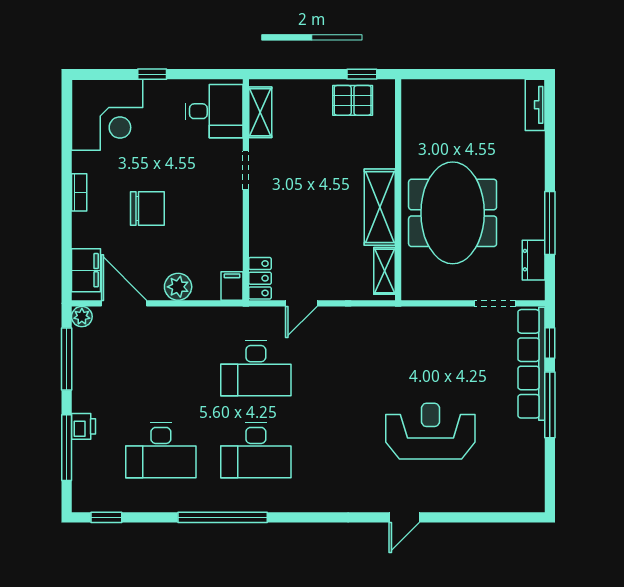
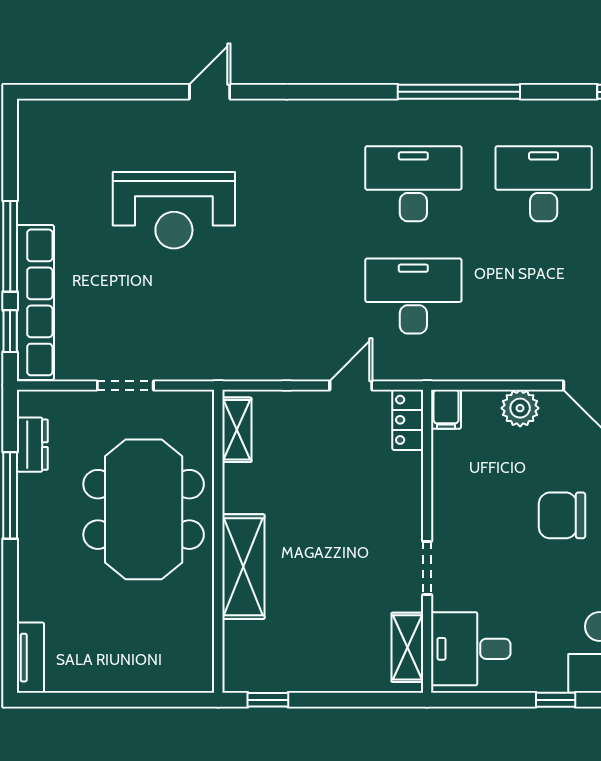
pallet: (353, 100) -> (281, 664), removed
shelving: (380, 207) -> (243, 567), moved
doorway: (495, 303) -> (125, 385), moved

